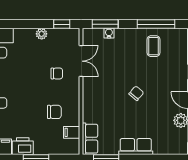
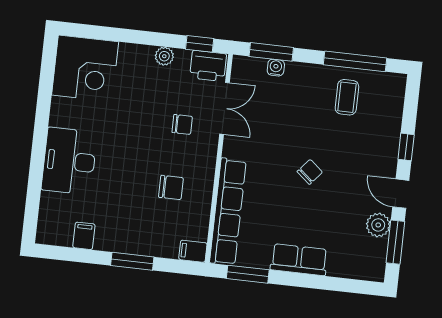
filing cabinet: (72, 132) -> (193, 251), moved
row of seats: (90, 139) -> (228, 212), width x2.02
printer: (23, 146) -> (208, 66), moved, turned 180

